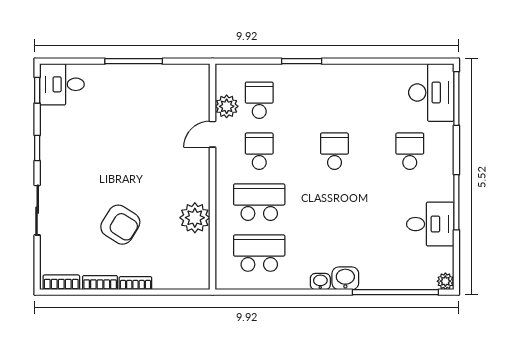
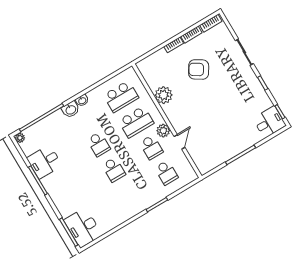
plant: (227, 106) -> (163, 131), moved
school desk: (410, 151) -> (99, 144), moved

